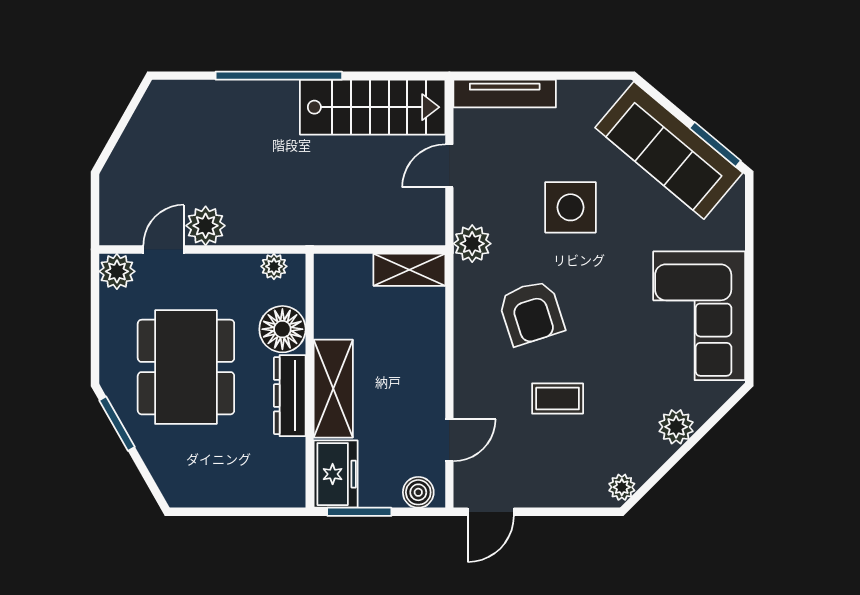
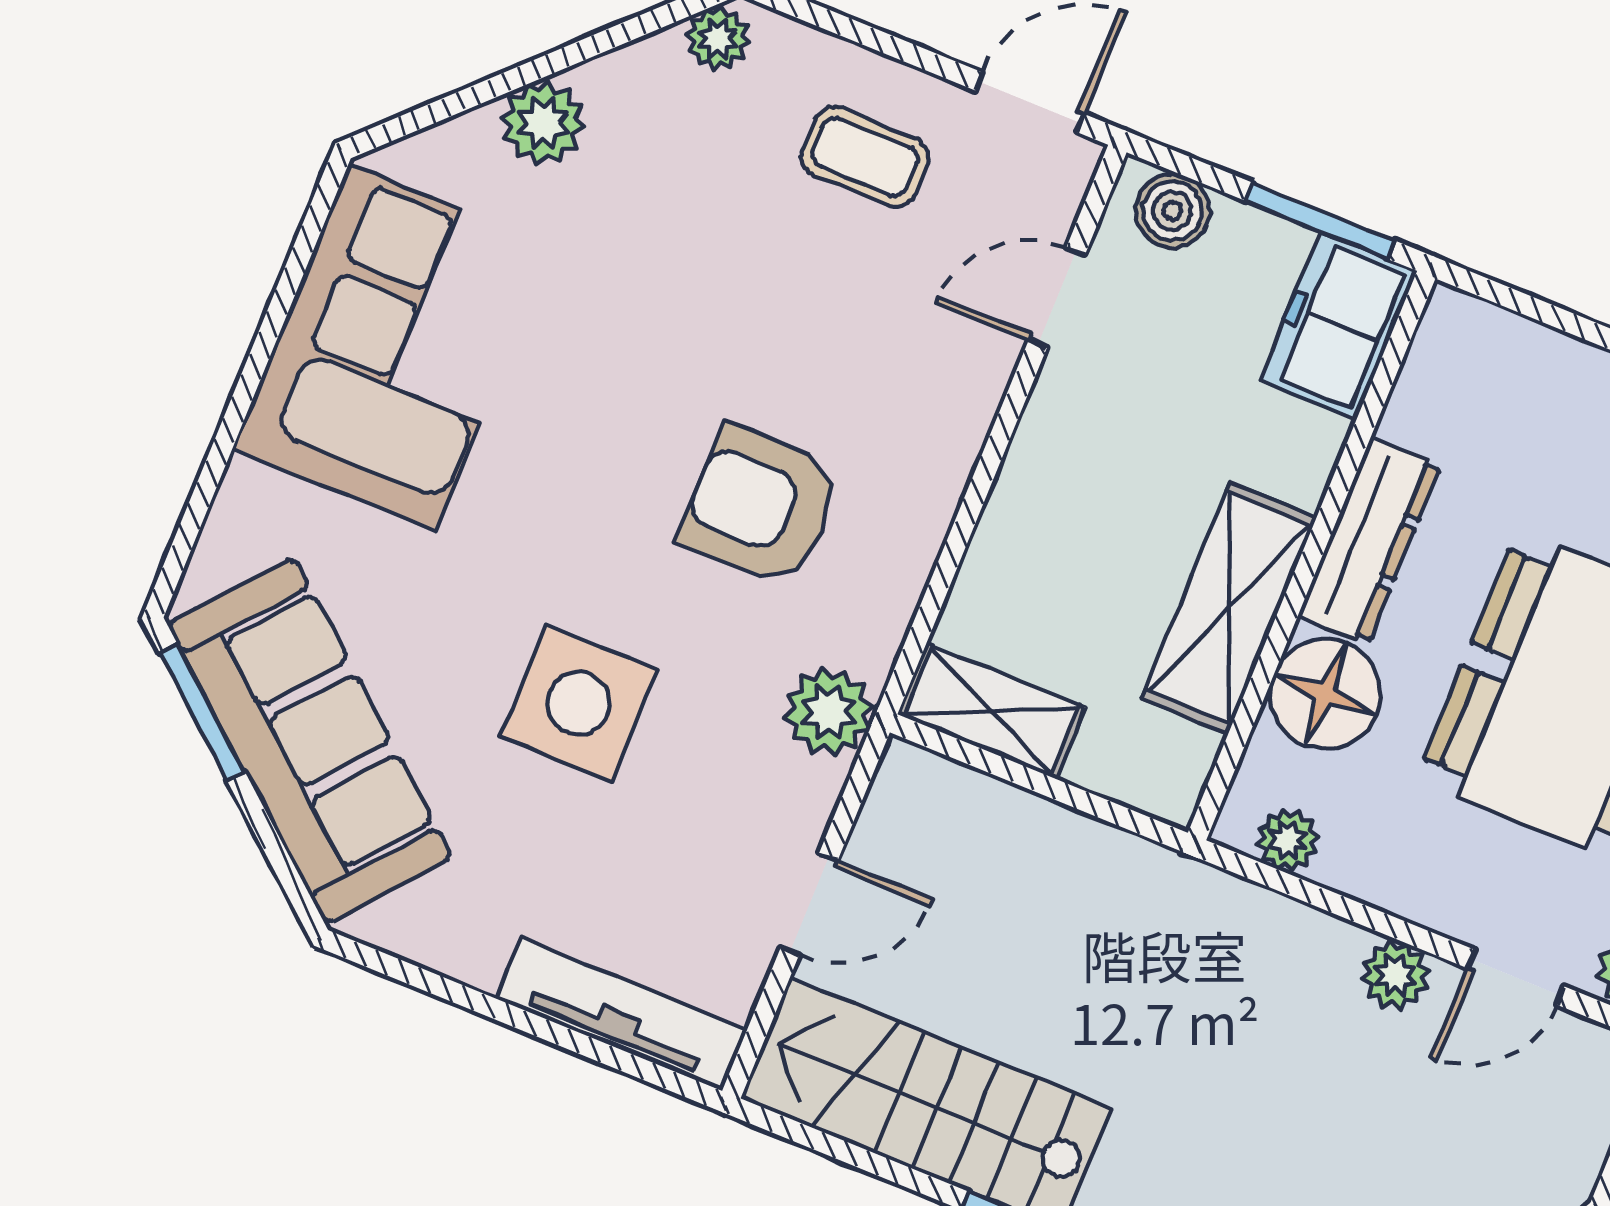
plant: (206, 226) -> (1395, 975), width x0.73, depth x0.73
armchair: (531, 313) -> (761, 506), turned -72
shelving: (333, 389) -> (1229, 608), moved
coffee table: (558, 398) -> (865, 157), moved

